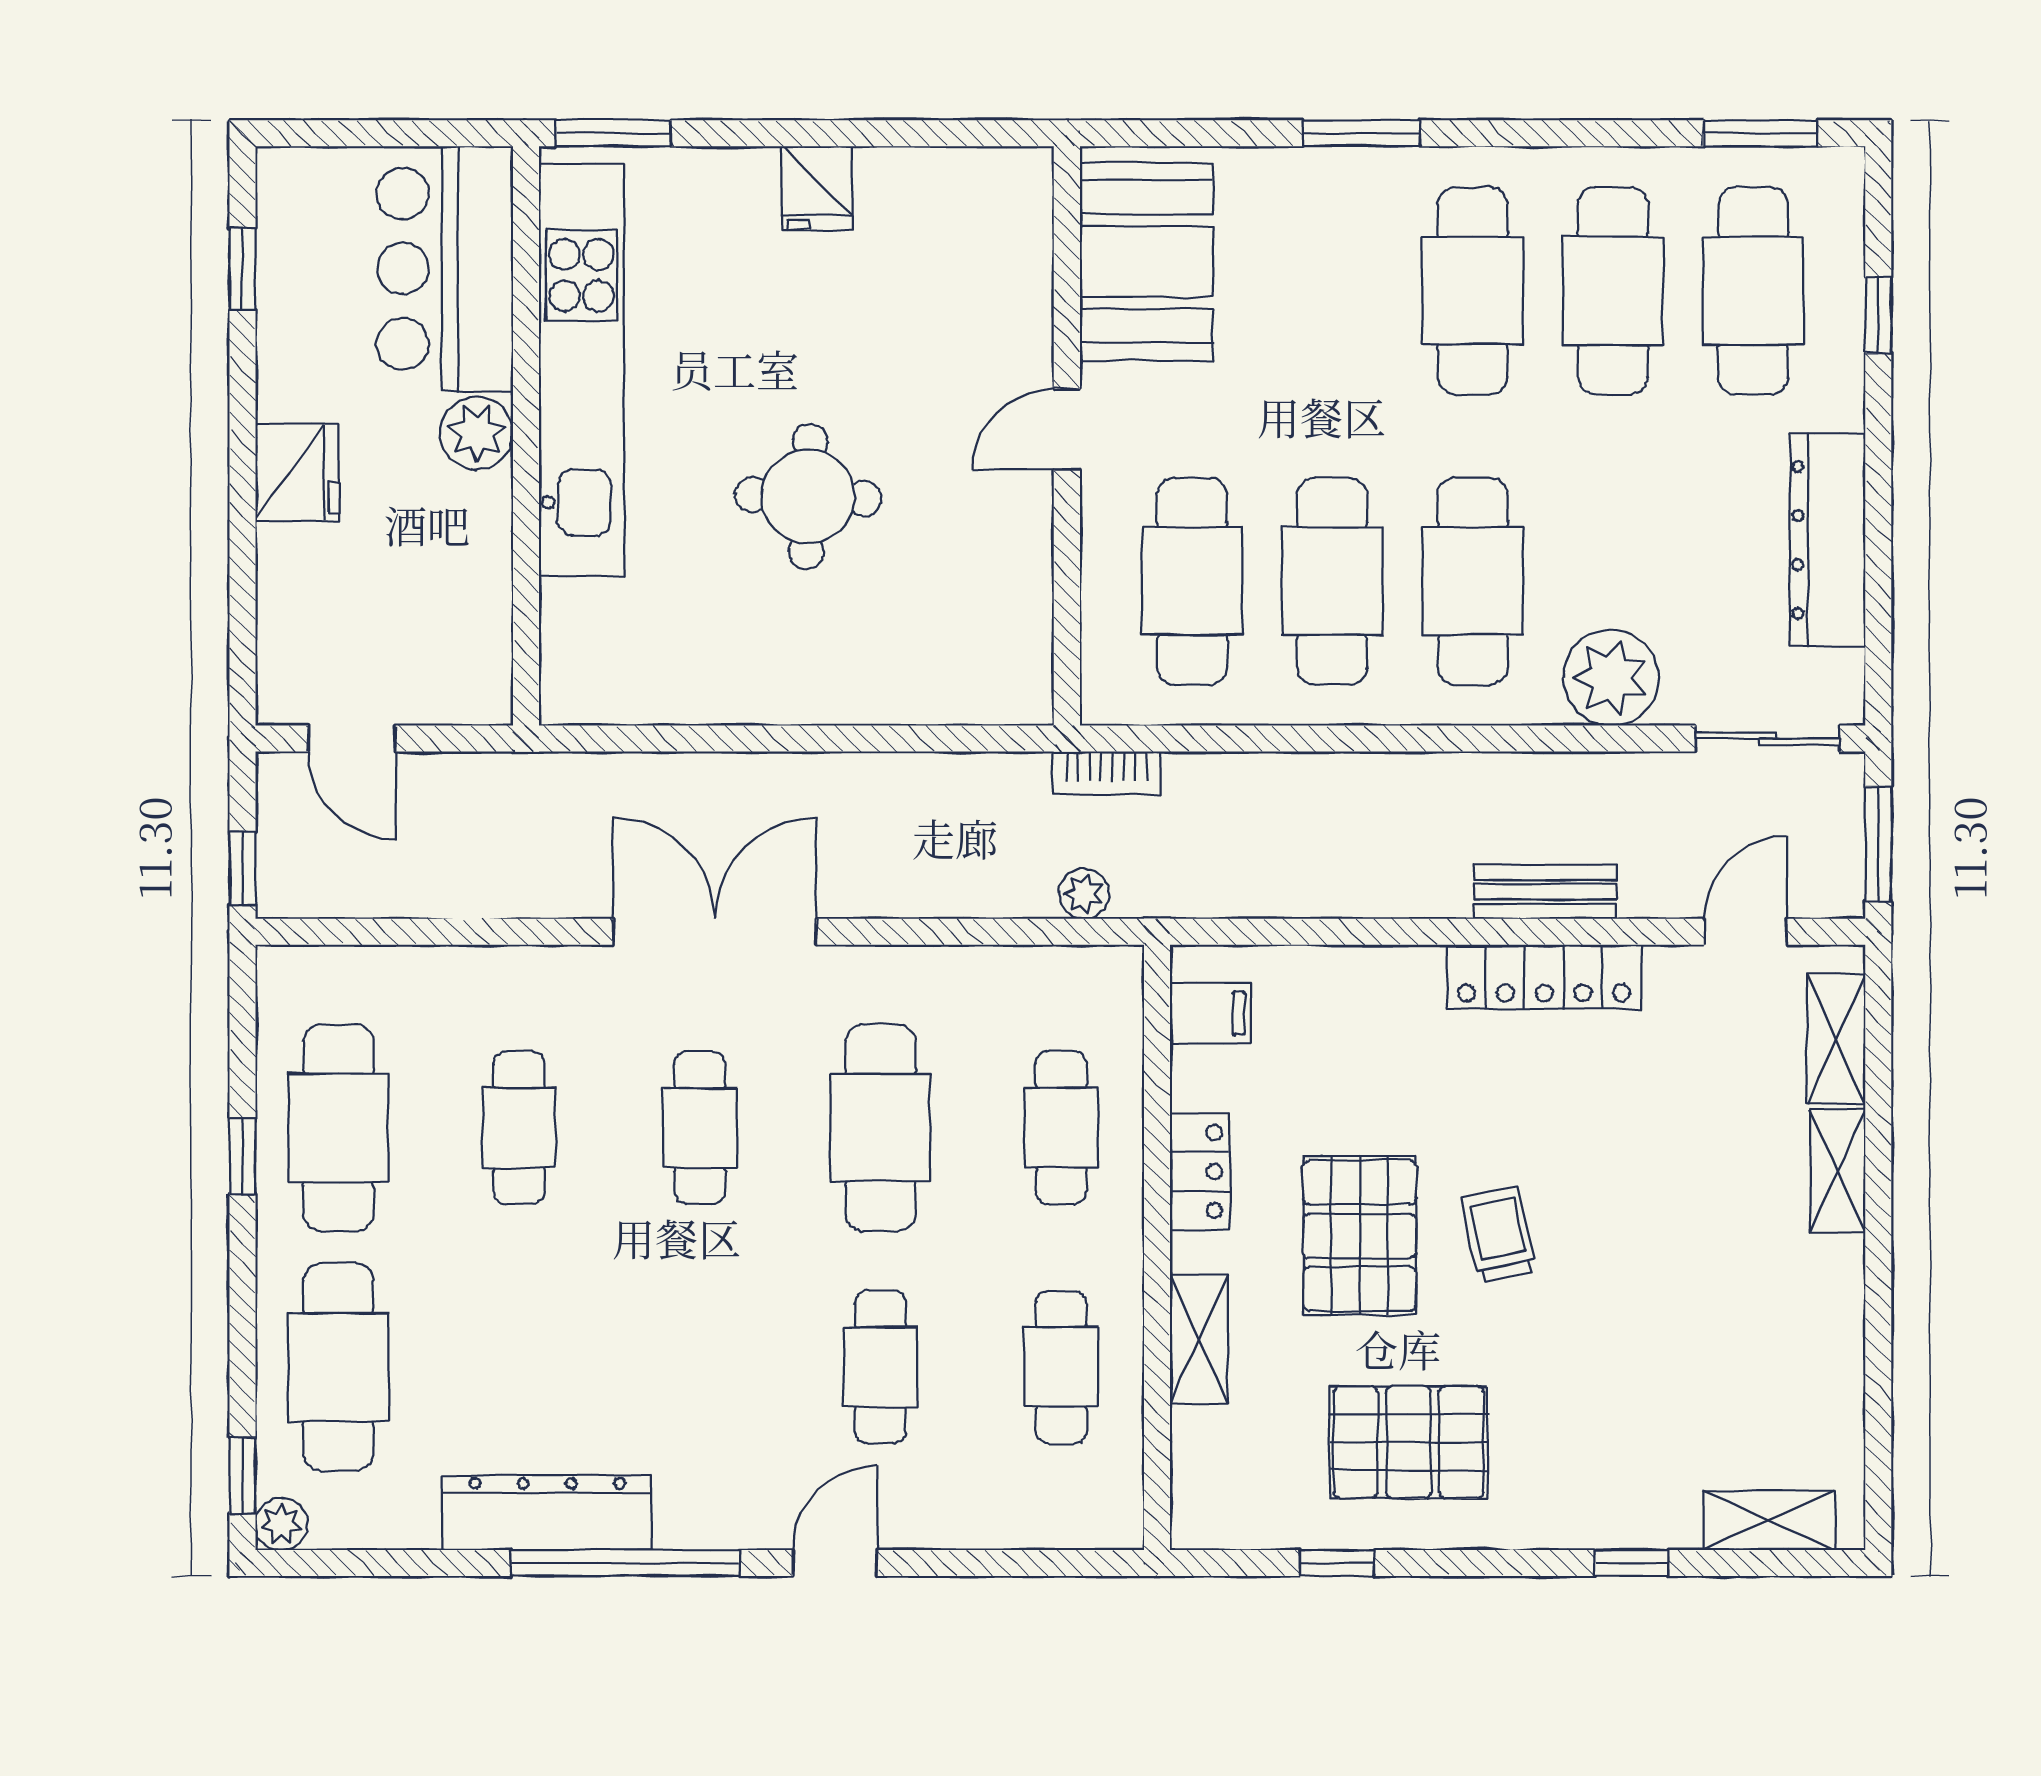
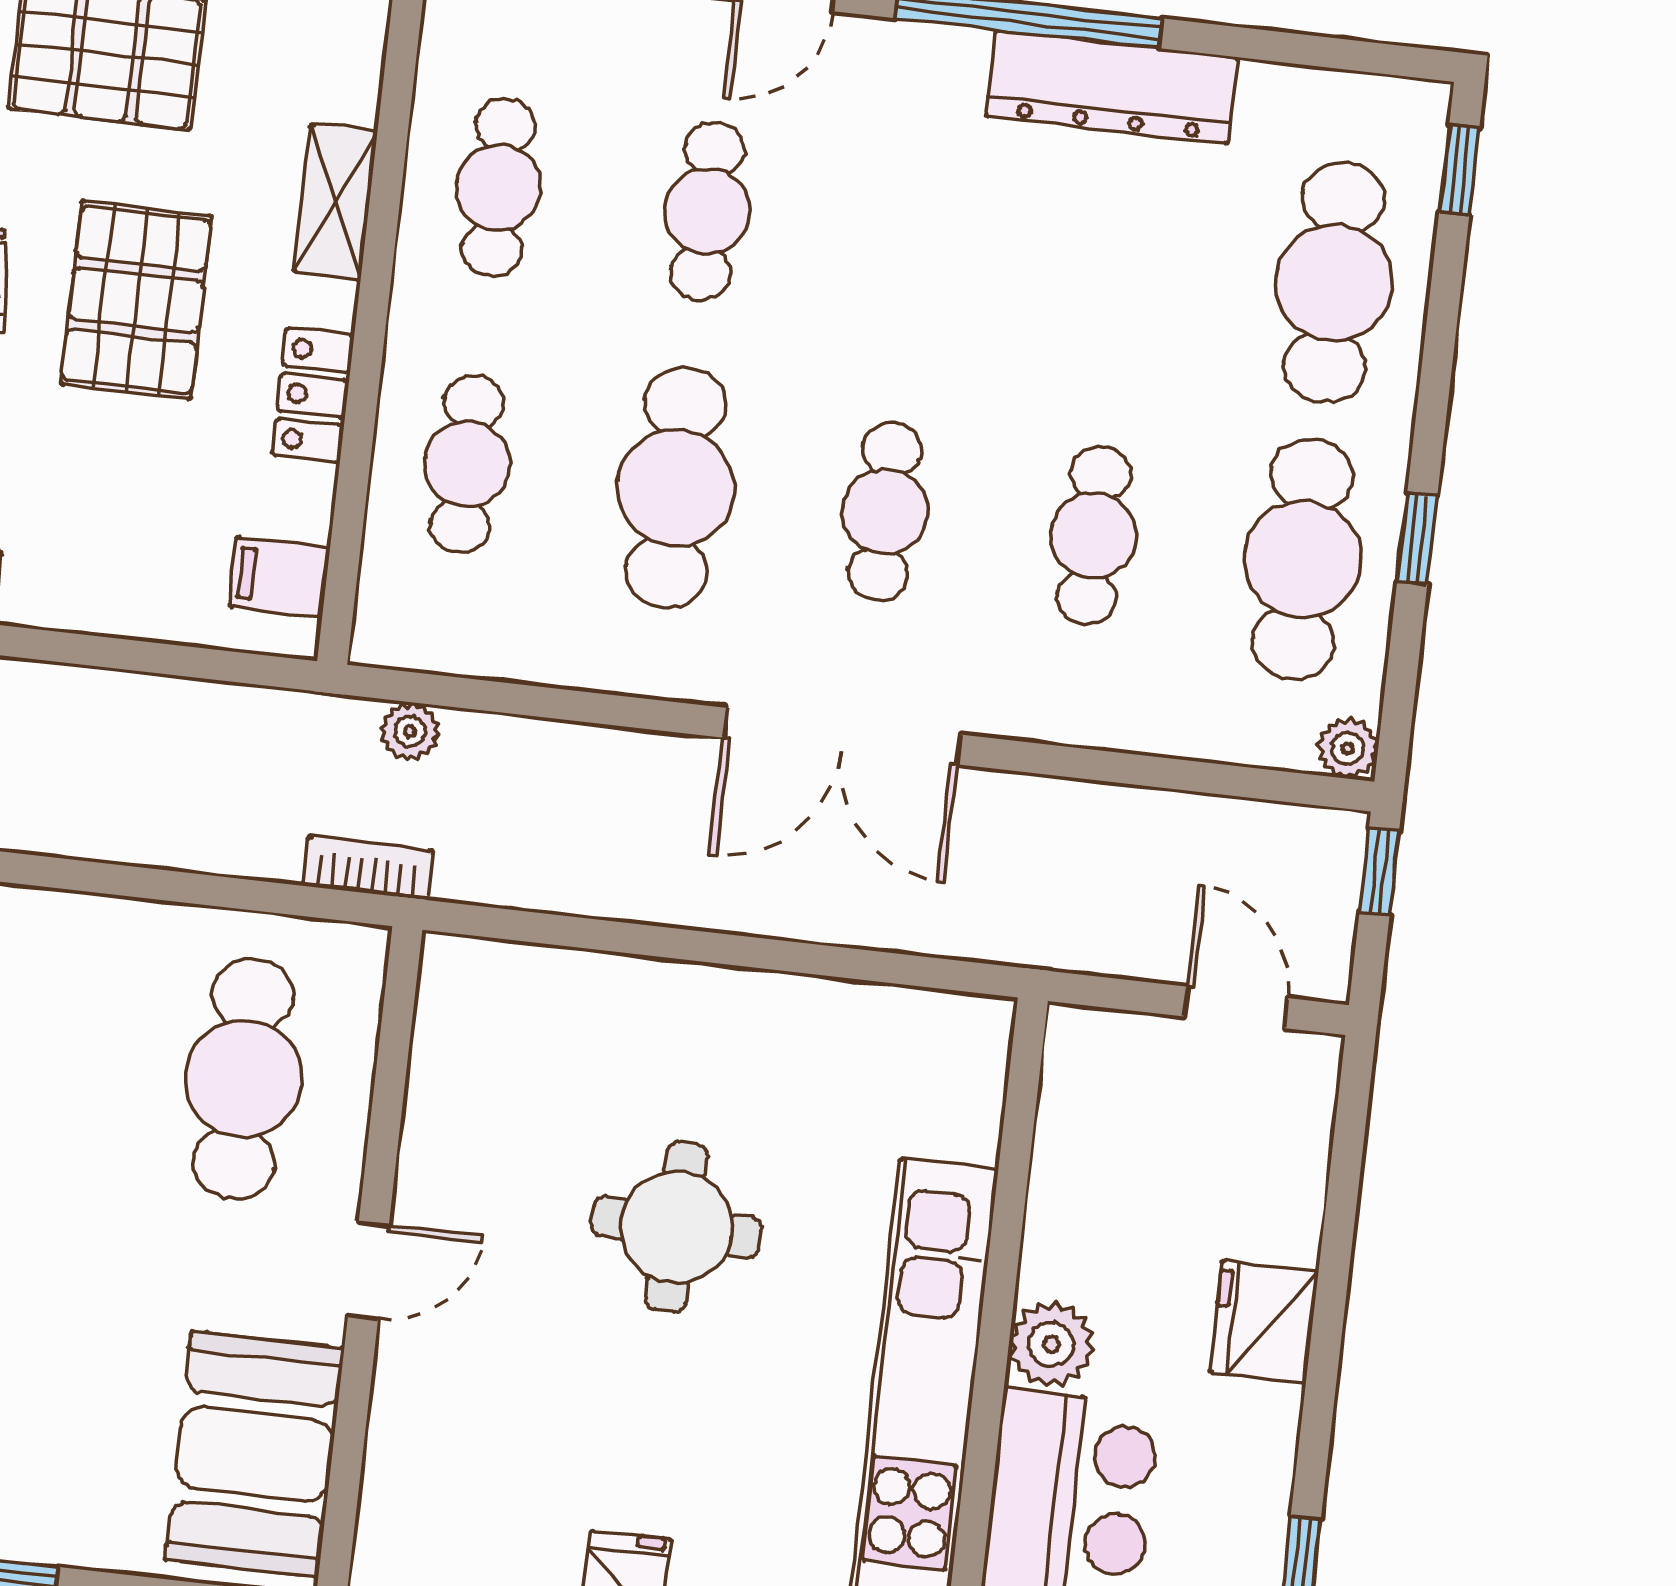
cafe table: (1332, 581) -> (81, 1060), removed
plant: (281, 1524) -> (1348, 748), moved

